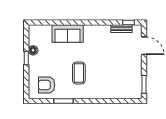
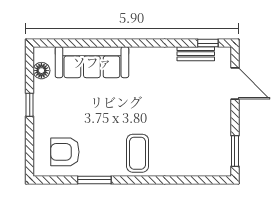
sofa: (68, 34) -> (92, 62), width x1.36
floor lamp: (33, 50) -> (41, 71), moved
coffee table: (79, 73) -> (138, 153), moved

